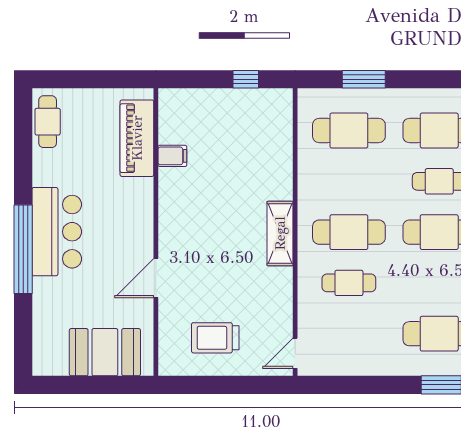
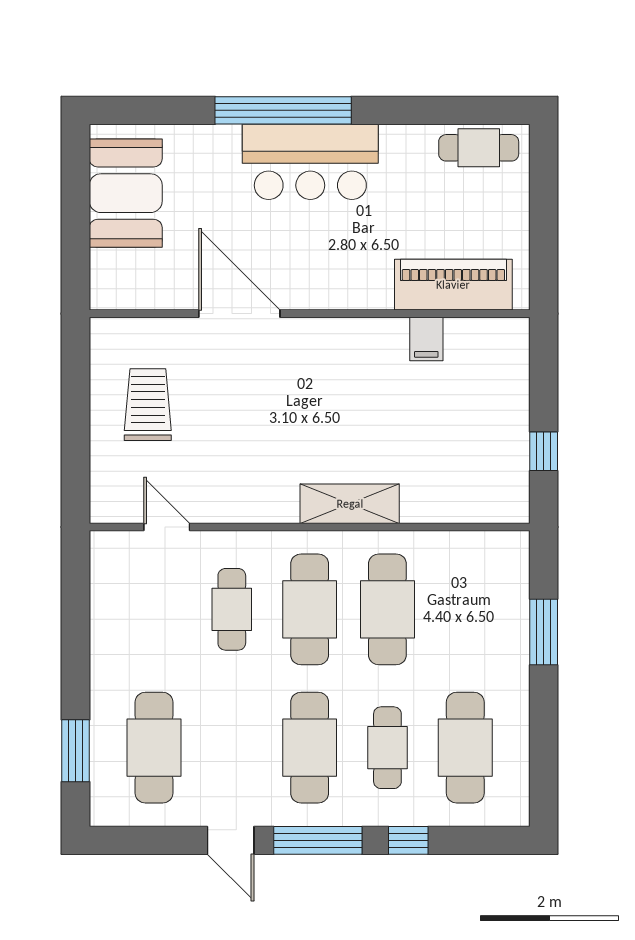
cafe table: (349, 131) -> (387, 609), moved
shelving: (280, 233) -> (350, 504), moved
door: (156, 278) -> (239, 314), width x1.36
booth: (105, 352) -> (126, 193), moved
door: (295, 353) -> (167, 527), moved

